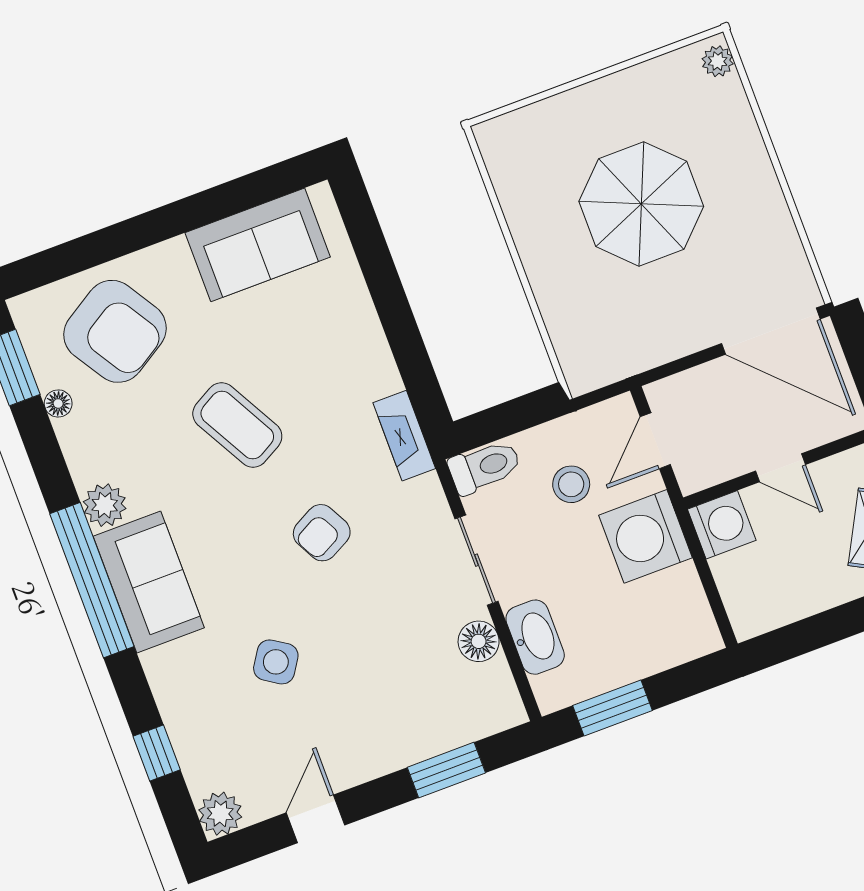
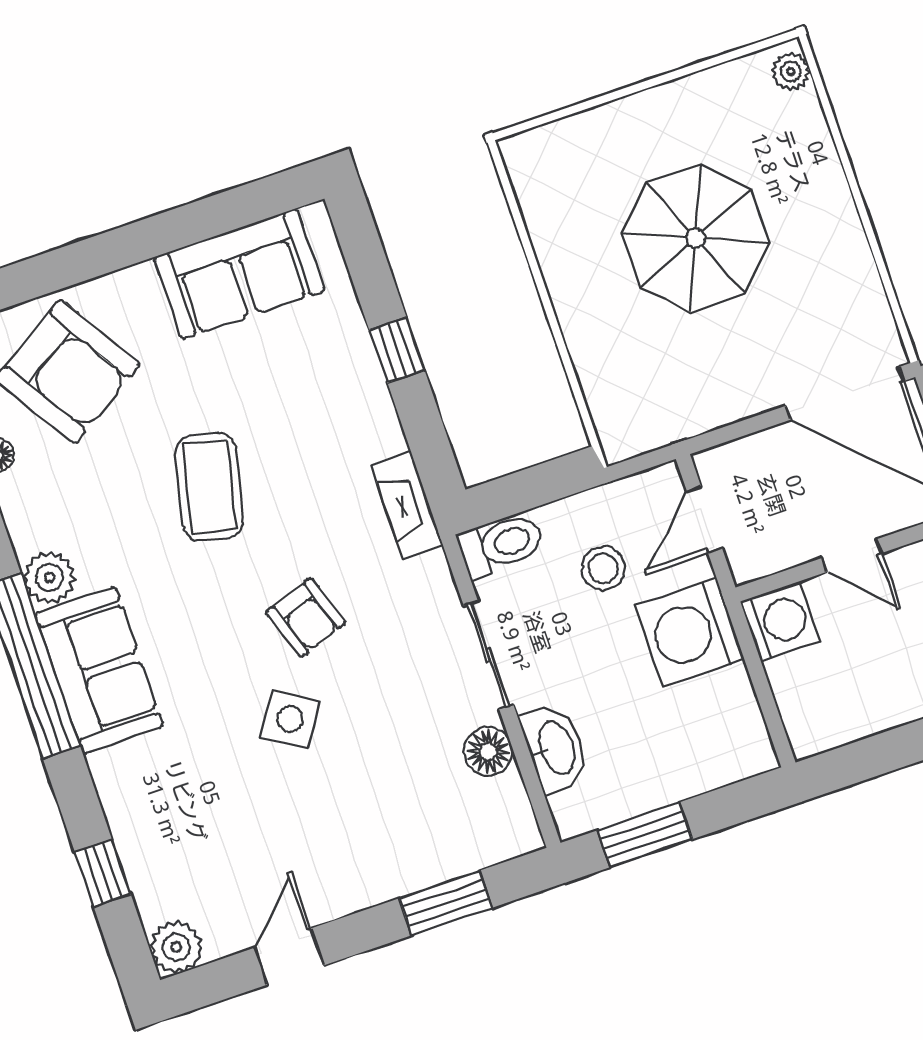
window: (392, 305) -> (397, 350), added
coffee table: (237, 425) -> (209, 487), turned 42
armchair: (322, 533) -> (306, 617), turned -81
side table: (276, 662) -> (290, 719), moved

